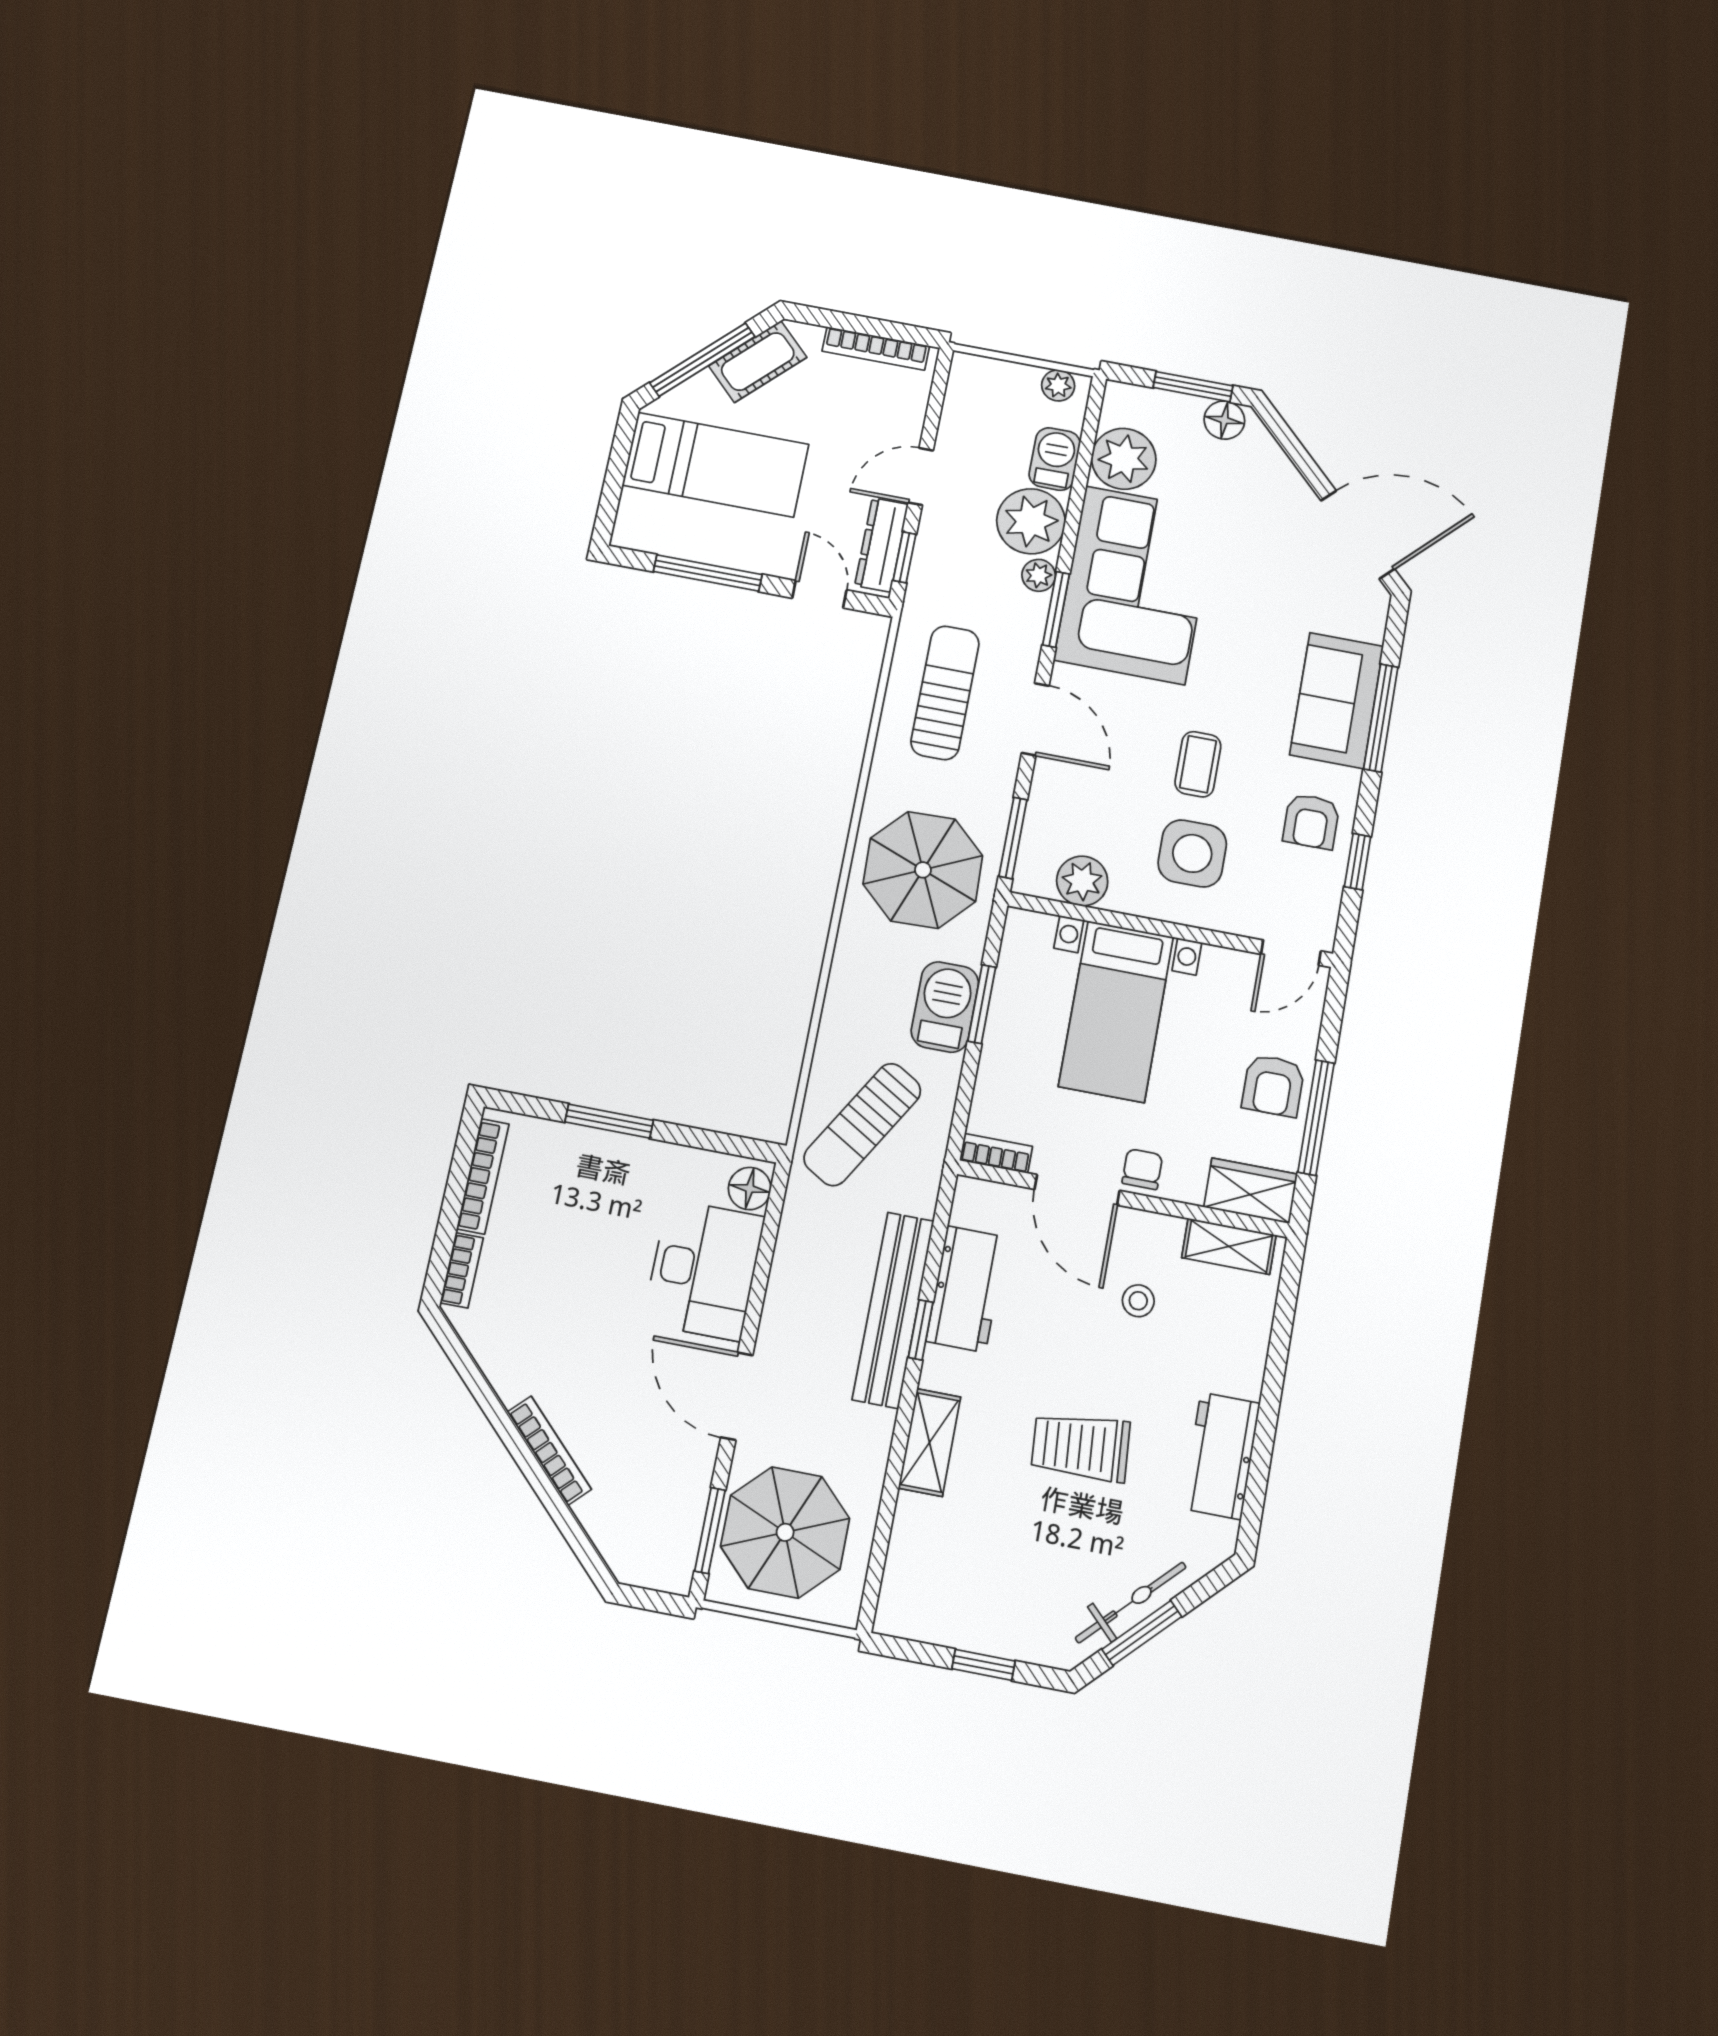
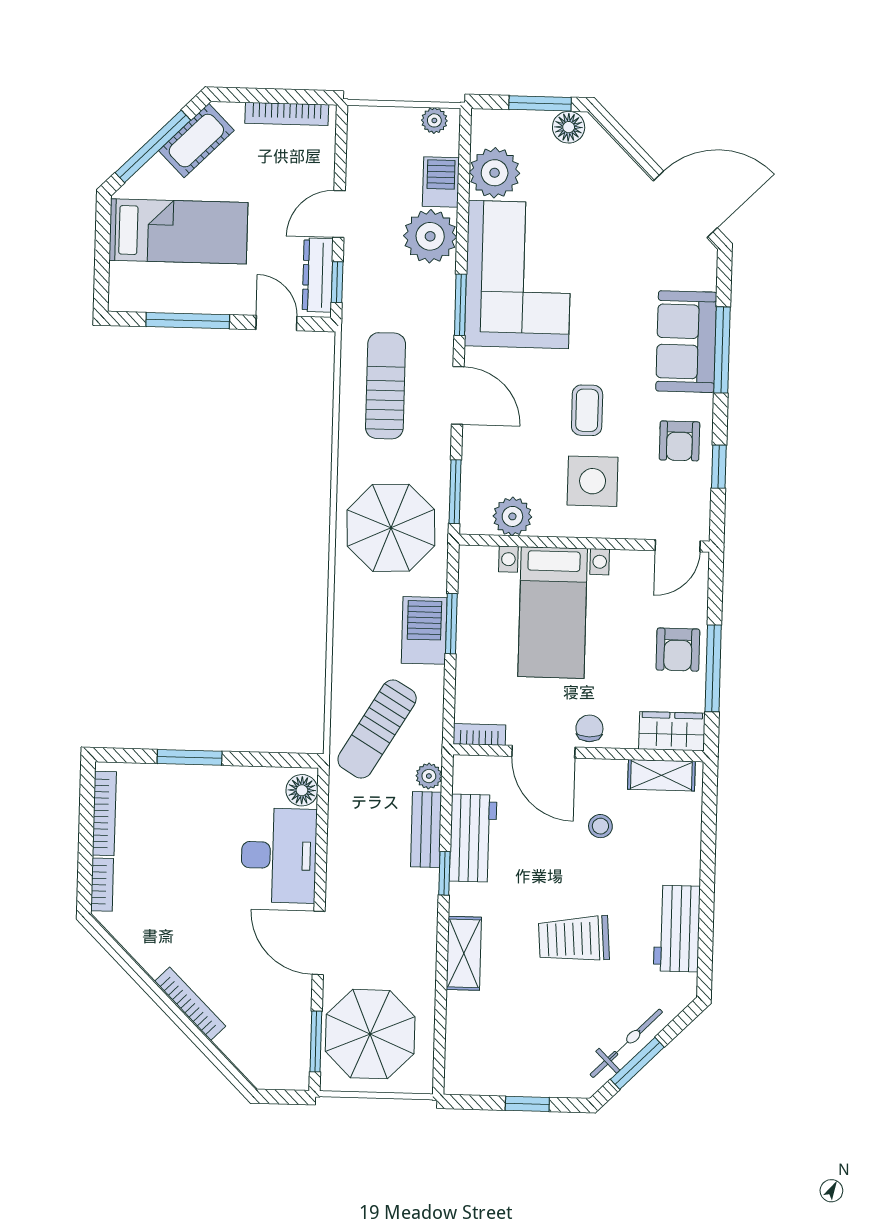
plant: (1039, 575) -> (429, 776), moved
bench: (893, 1310) -> (426, 830), width x0.54, depth x0.82

